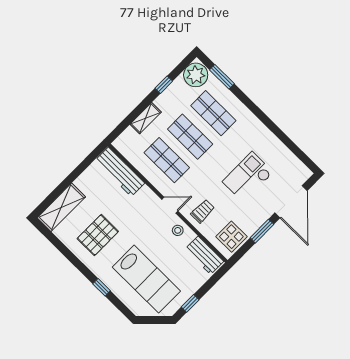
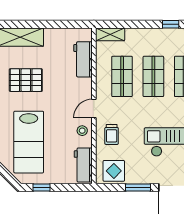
shelving: (146, 118) -> (110, 34), moved
workbench: (120, 172) -> (83, 59), width x0.73
door: (170, 205) -> (94, 109), swing flipped
trolley: (203, 211) -> (112, 134), turned 90

